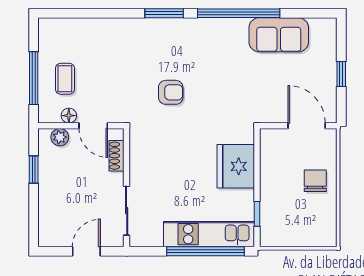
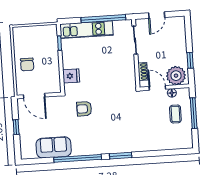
armchair: (171, 92) -> (84, 109), moved
plant: (60, 137) -> (176, 76), width x1.88, depth x1.88
fridge: (236, 166) -> (71, 76), width x0.53, depth x0.75
window: (205, 251) -> (103, 19), moved

